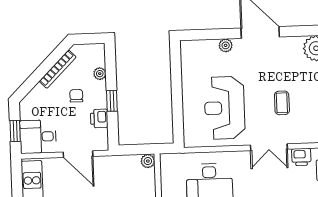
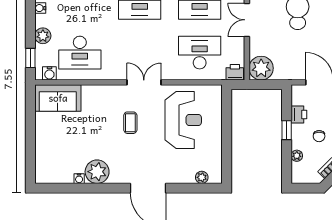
plant: (226, 45) -> (202, 177), moved
printer: (301, 157) -> (235, 72), moved
plant: (148, 161) -> (261, 68), width x1.88, depth x1.88

